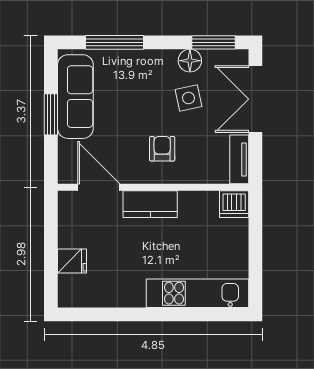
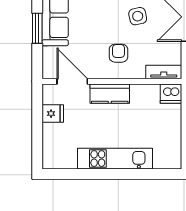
tv unit: (239, 159) -> (164, 72), moved, turned 90
fridge: (72, 261) -> (53, 114), moved
kitchen unit: (197, 293) -> (115, 159), moved

